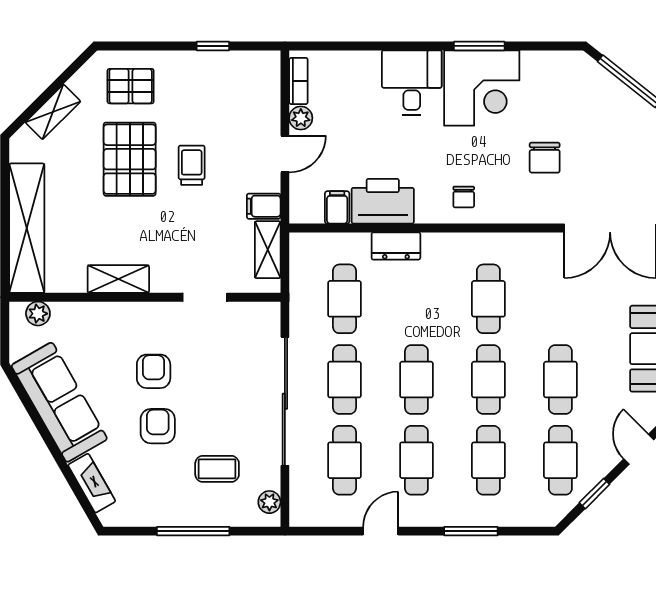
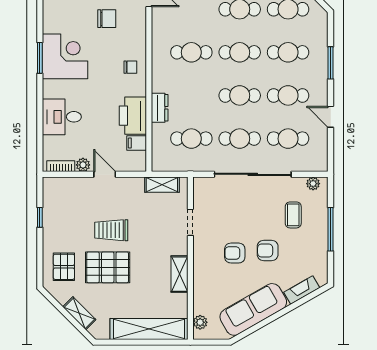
desk: (412, 83) -> (62, 117), moved
trolley: (192, 165) -> (111, 230), width x1.36, depth x1.39
filing cabinet: (264, 206) -> (136, 187), removed

